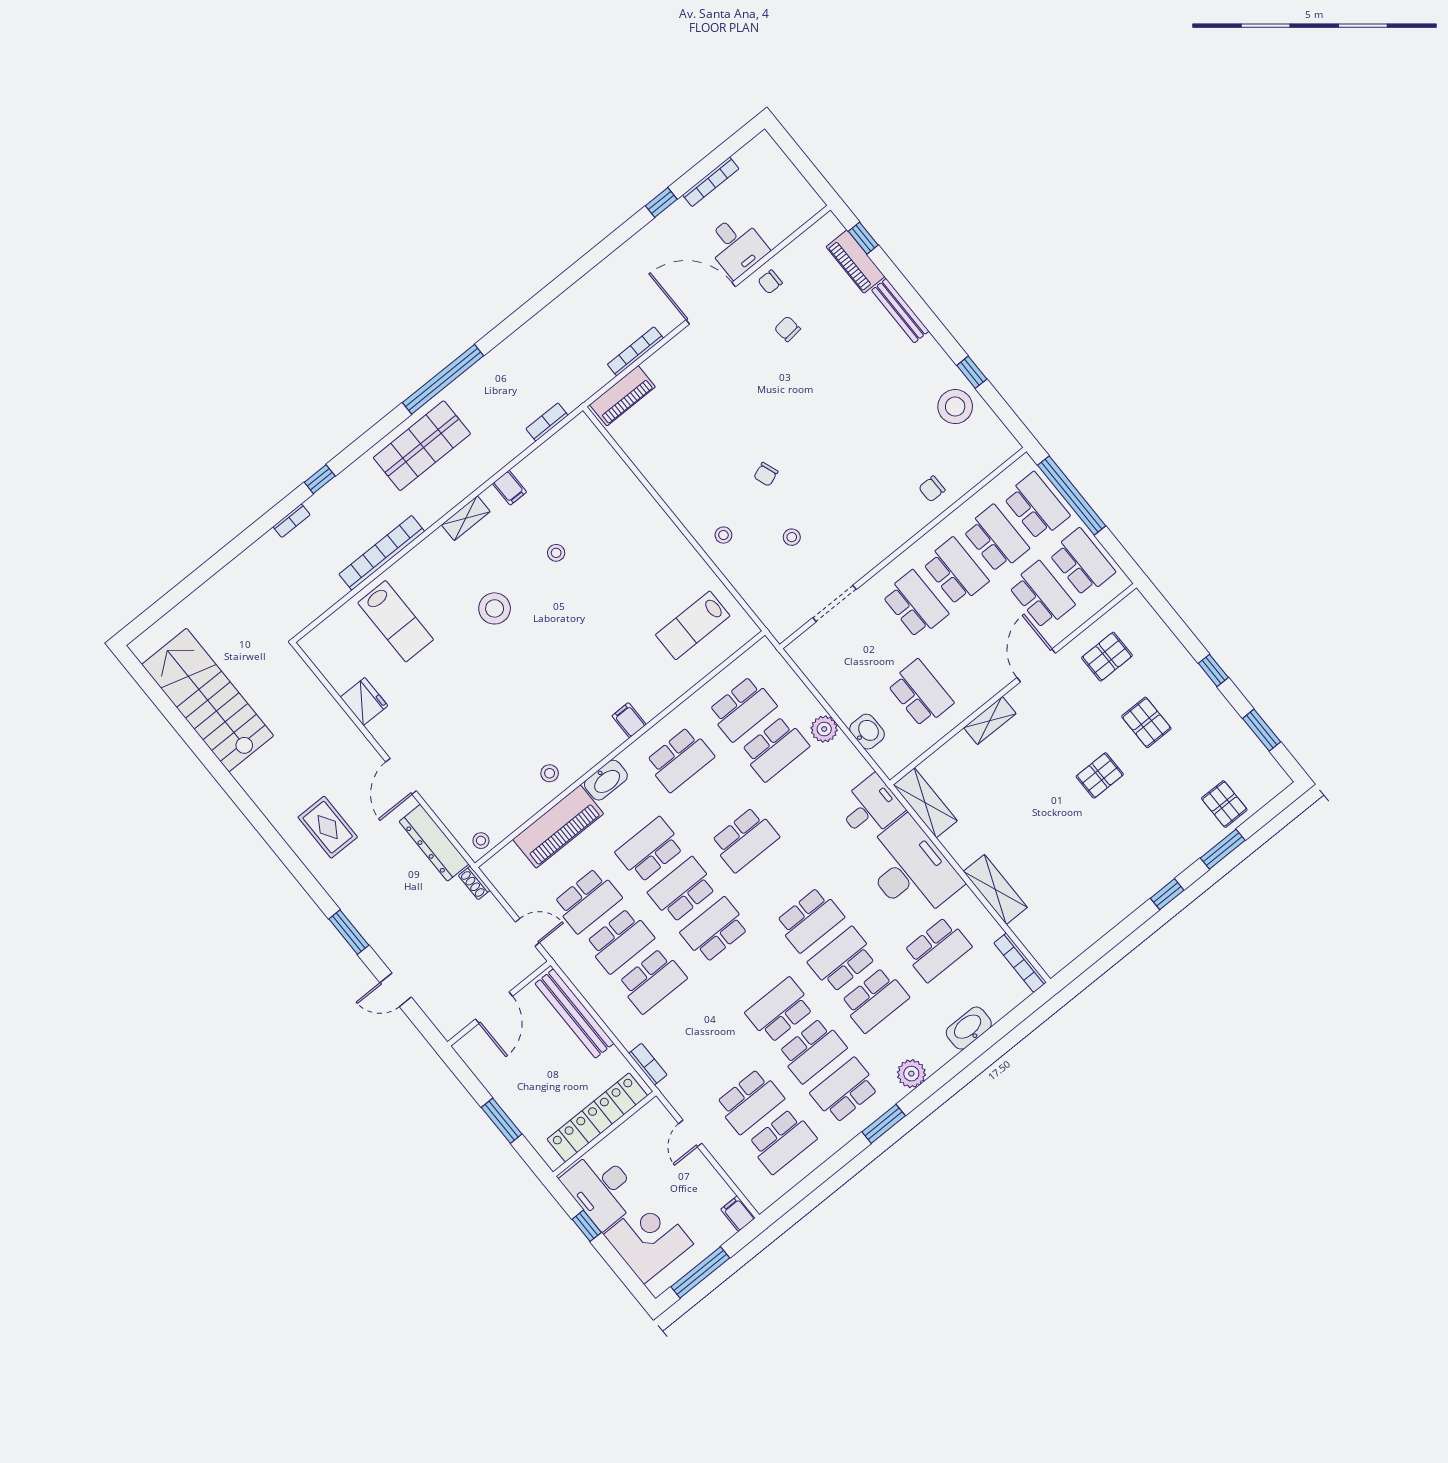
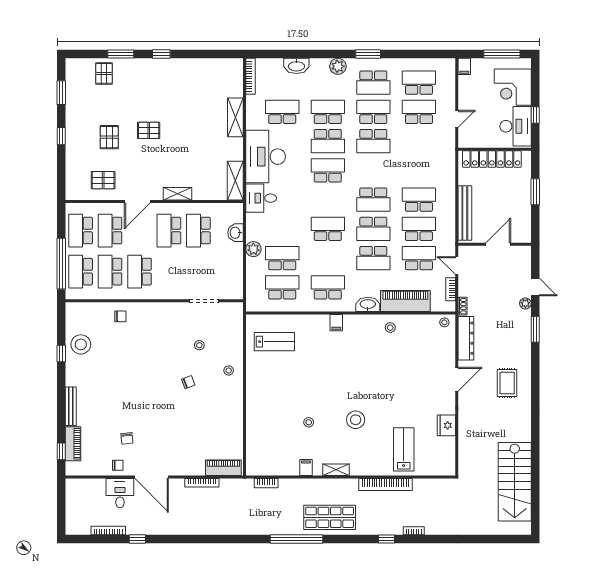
school desk: (915, 604) -> (169, 231), moved
plant: (391, 957) -> (525, 303), added
bookcase: (648, 1064) -> (451, 289), moved

